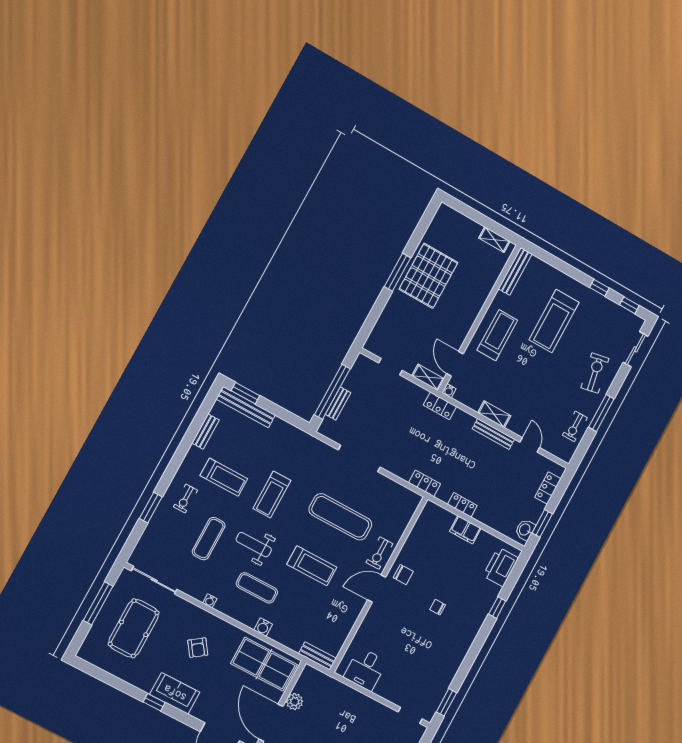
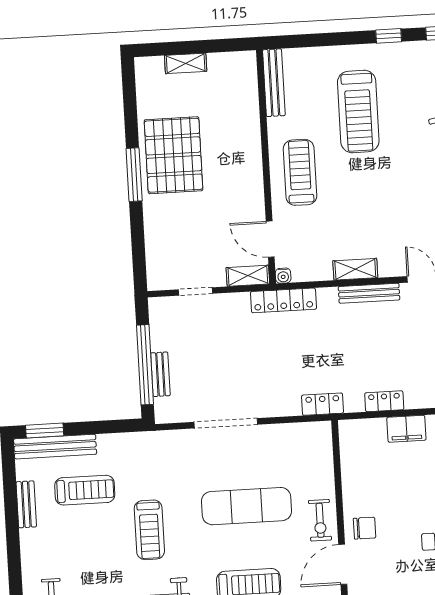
shelving: (494, 240) -> (186, 63), moved
locker: (440, 406) -> (283, 300), width x1.53
treadmill: (224, 477) -> (85, 490), moved

